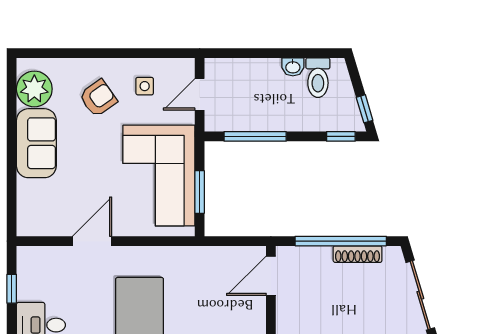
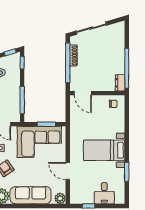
sofa: (36, 143) -> (31, 195), width x1.36
plant: (29, 224) -> (60, 198), added

